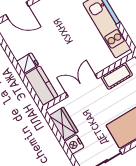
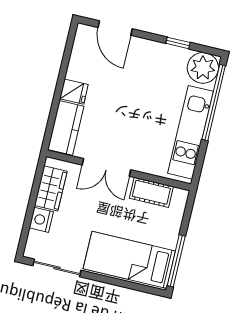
double door: (82, 86) -> (106, 167), swing flipped

